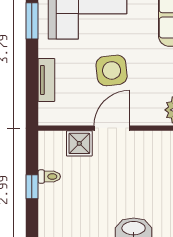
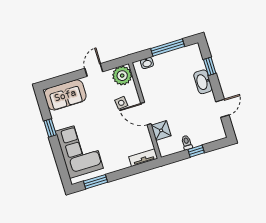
side table: (112, 70) -> (121, 103), moved, width x0.54, depth x0.54
tv unit: (46, 80) -> (143, 158), moved

